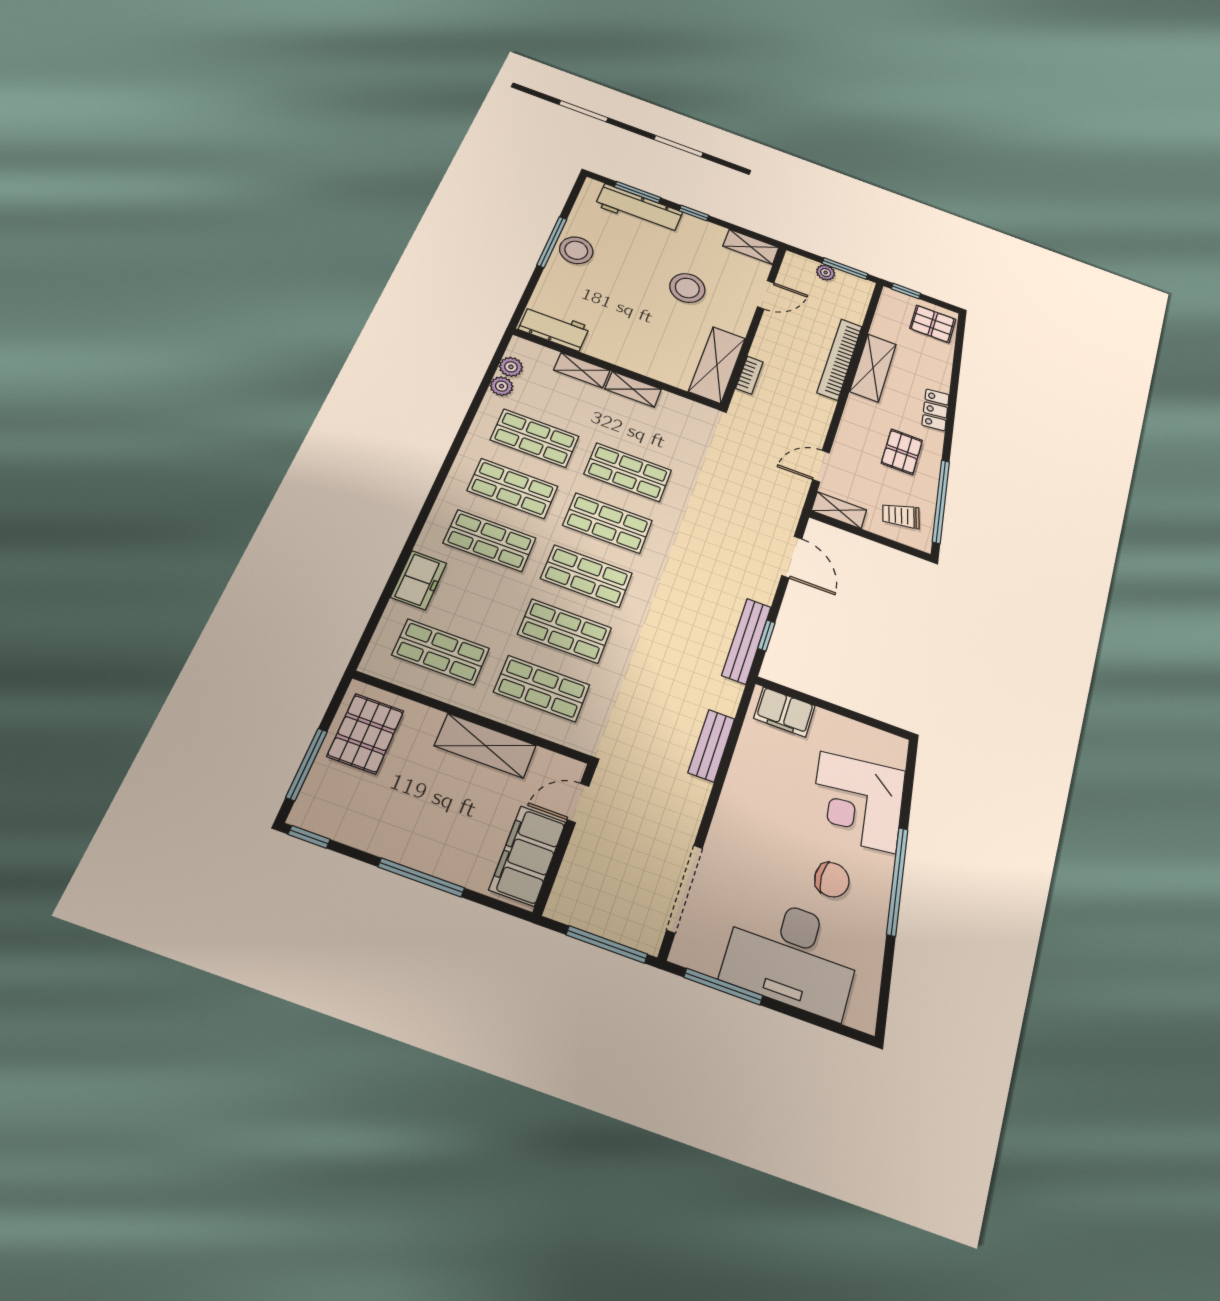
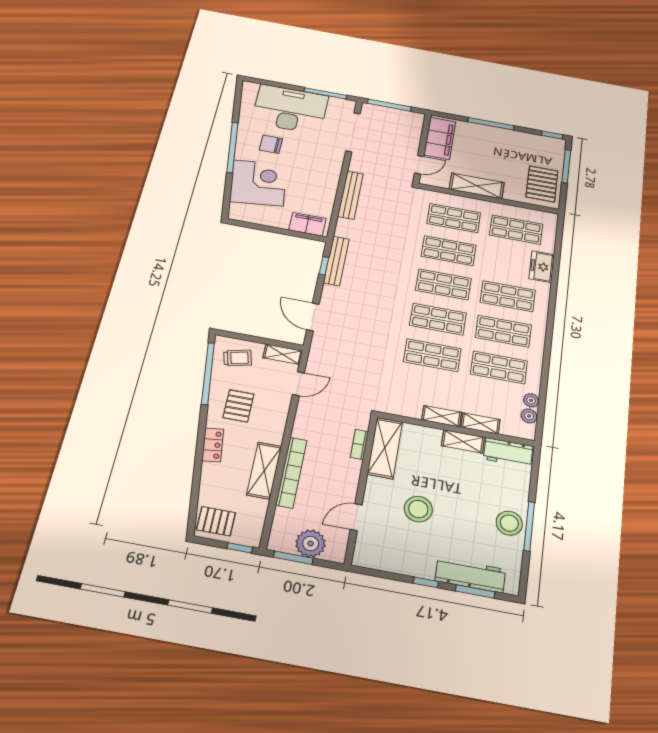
shelving: (751, 247) -> (463, 442), moved
plant: (826, 273) -> (311, 544), width x1.88, depth x1.88
bench: (711, 746) -> (350, 195), width x1.36

